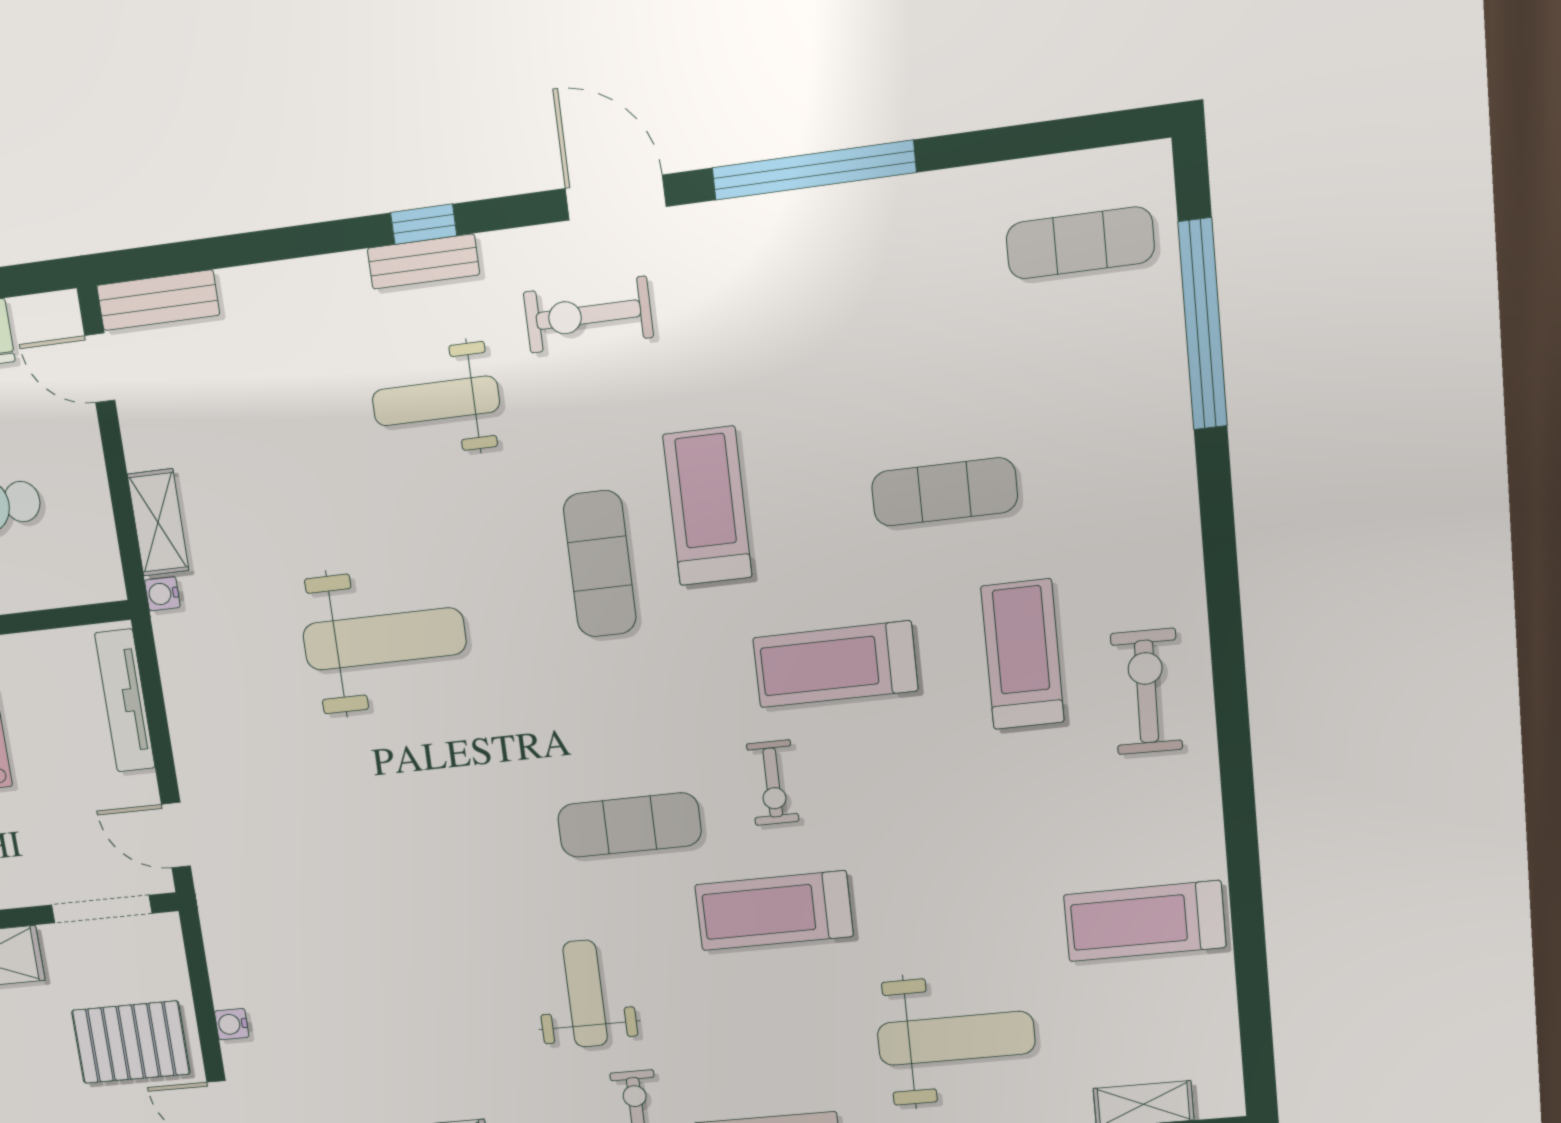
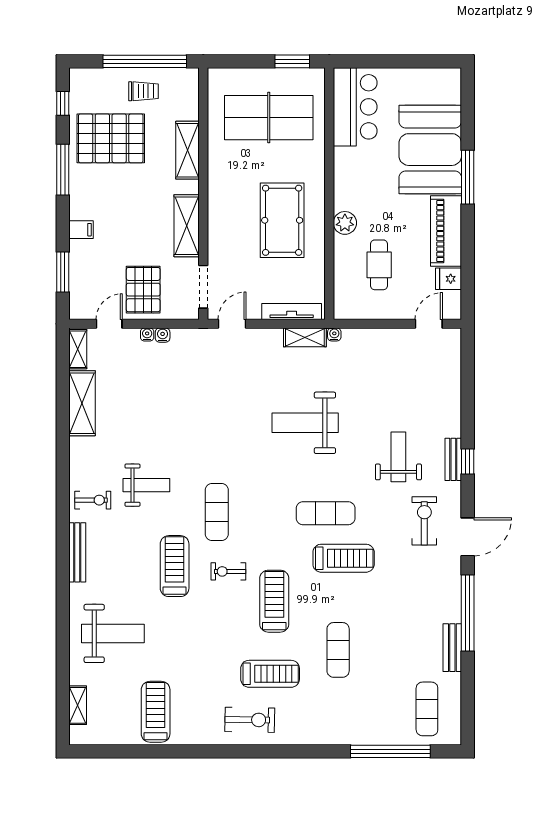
bench: (158, 300) -> (452, 648), moved
shelving: (158, 522) -> (305, 337), moved
weight bench: (384, 639) -> (305, 423), turned 90
water cooler: (228, 990) -> (163, 335), added
weight bench: (956, 1038) -> (113, 633), turned -90

